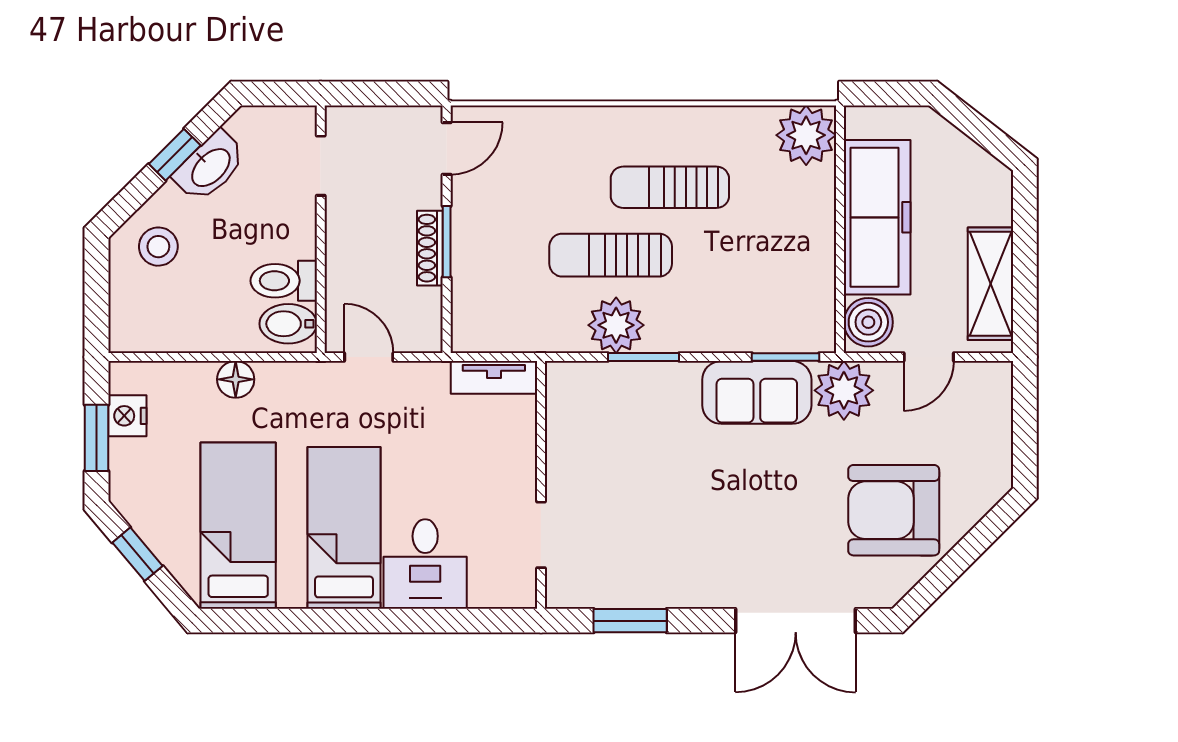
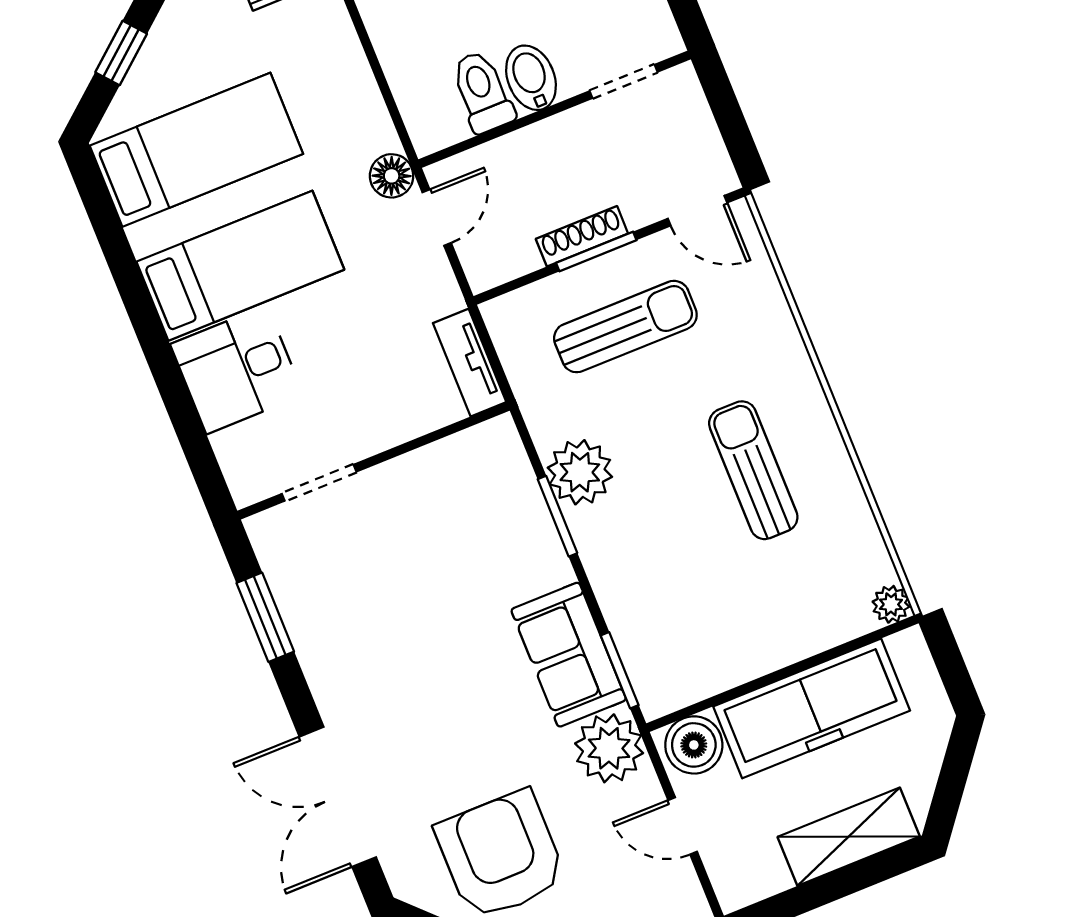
plant: (806, 135) -> (891, 604), width x0.53, depth x0.53
sun lounger: (611, 255) -> (625, 327), moved, turned 90
shelving: (990, 284) -> (849, 837), moved
bidet: (288, 324) -> (531, 78), moved
floor lamp: (236, 379) -> (392, 176), moved

